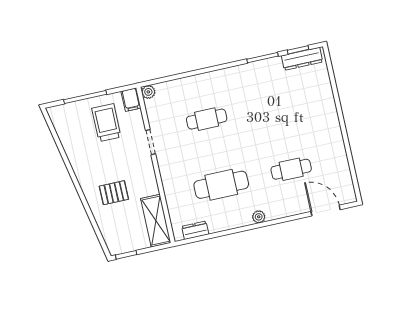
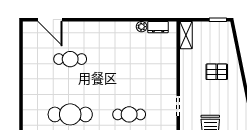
cafe table: (221, 185) -> (70, 114), moved
plant: (259, 217) -> (142, 27), moved
shelving: (156, 221) -> (186, 35), width x0.67, depth x0.75

